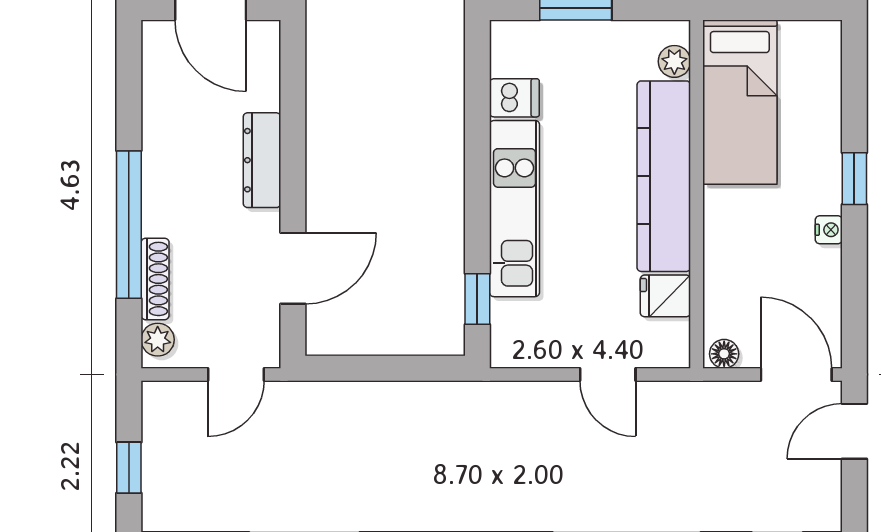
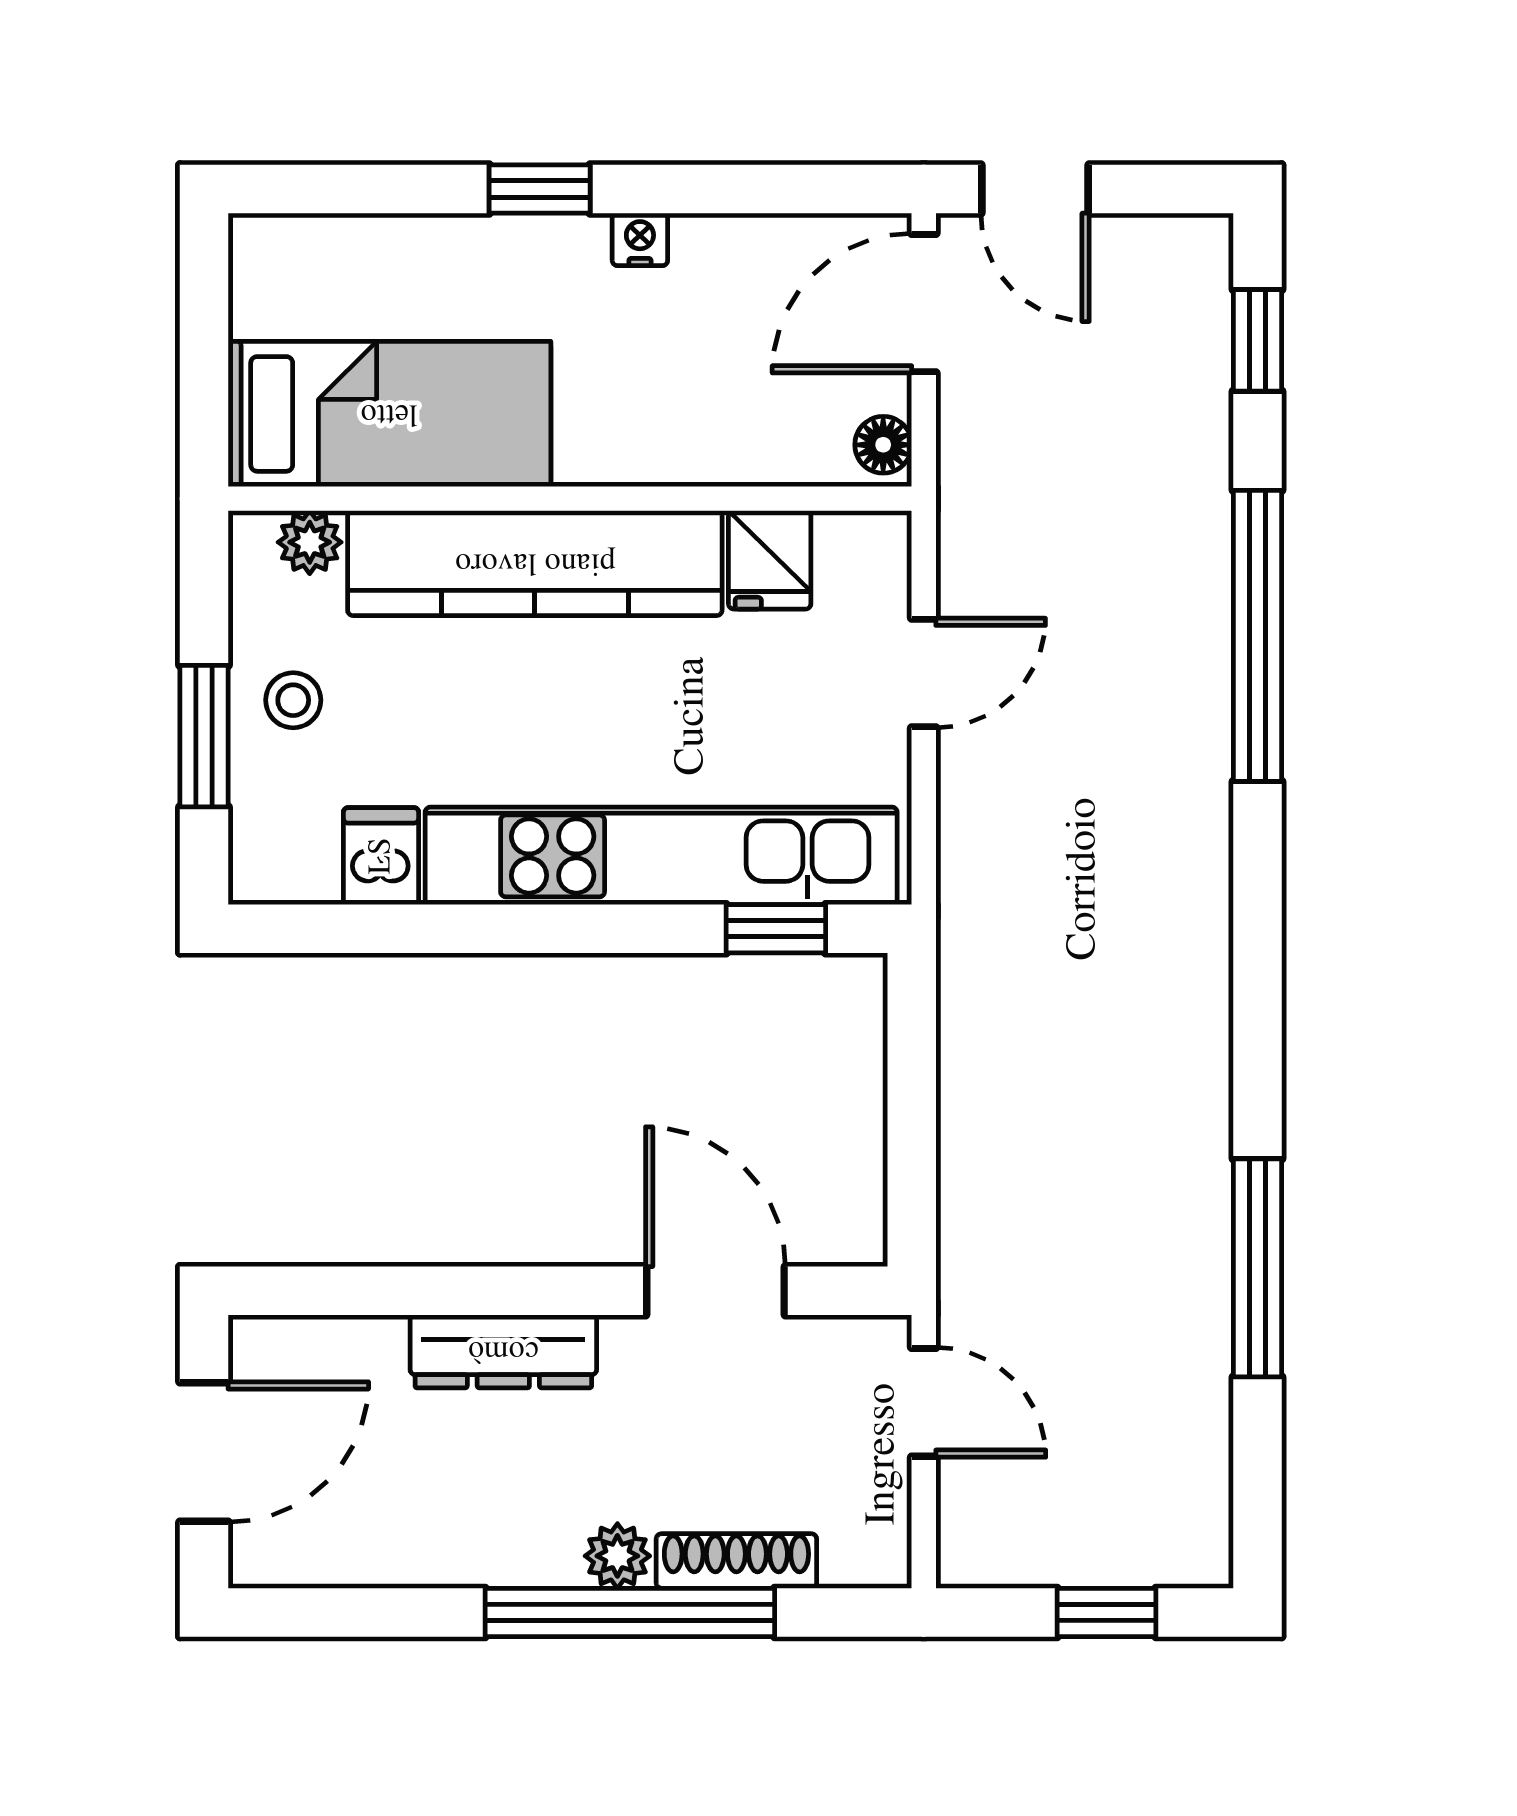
stool: (594, 53) -> (293, 700), added
kitchen unit: (514, 209) -> (661, 856), width x1.36
plant: (158, 340) -> (617, 1556), moved

